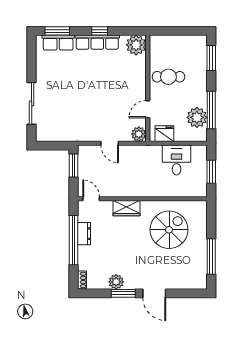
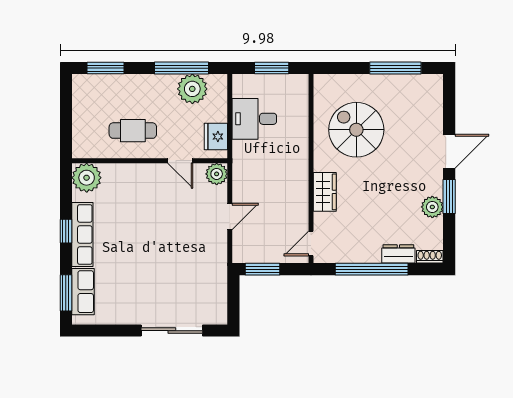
cafe table: (168, 77) -> (133, 131), turned 90
dresser: (84, 234) -> (398, 254), moved

